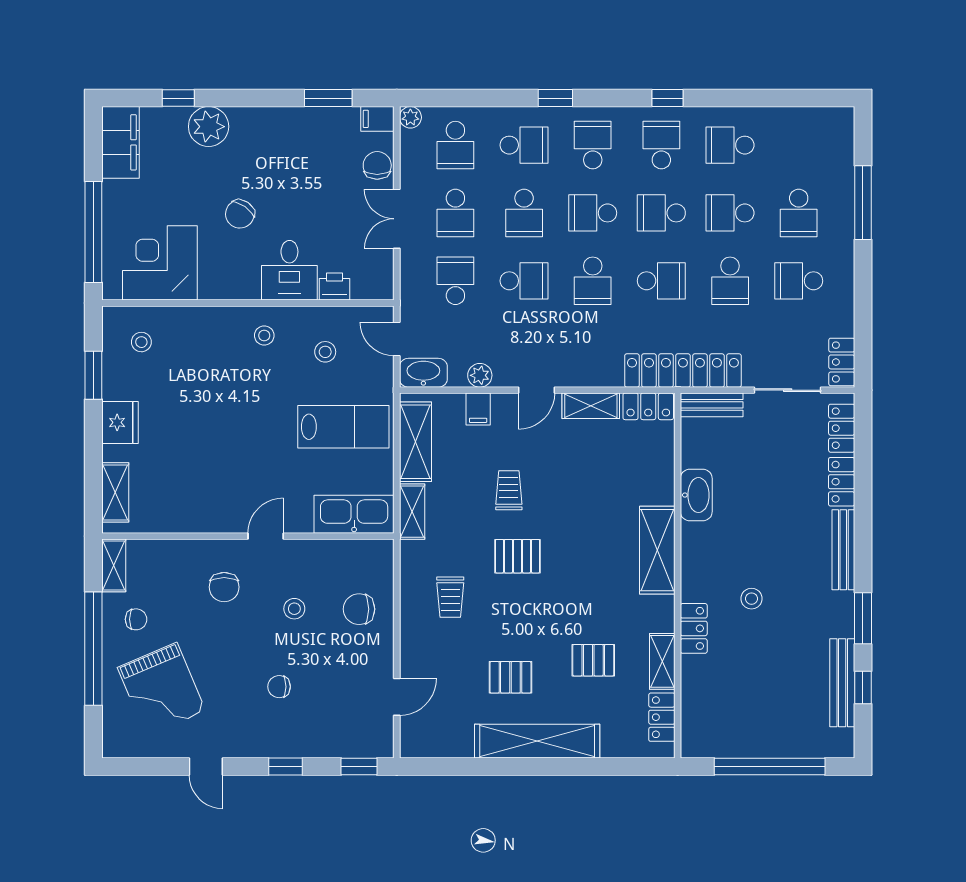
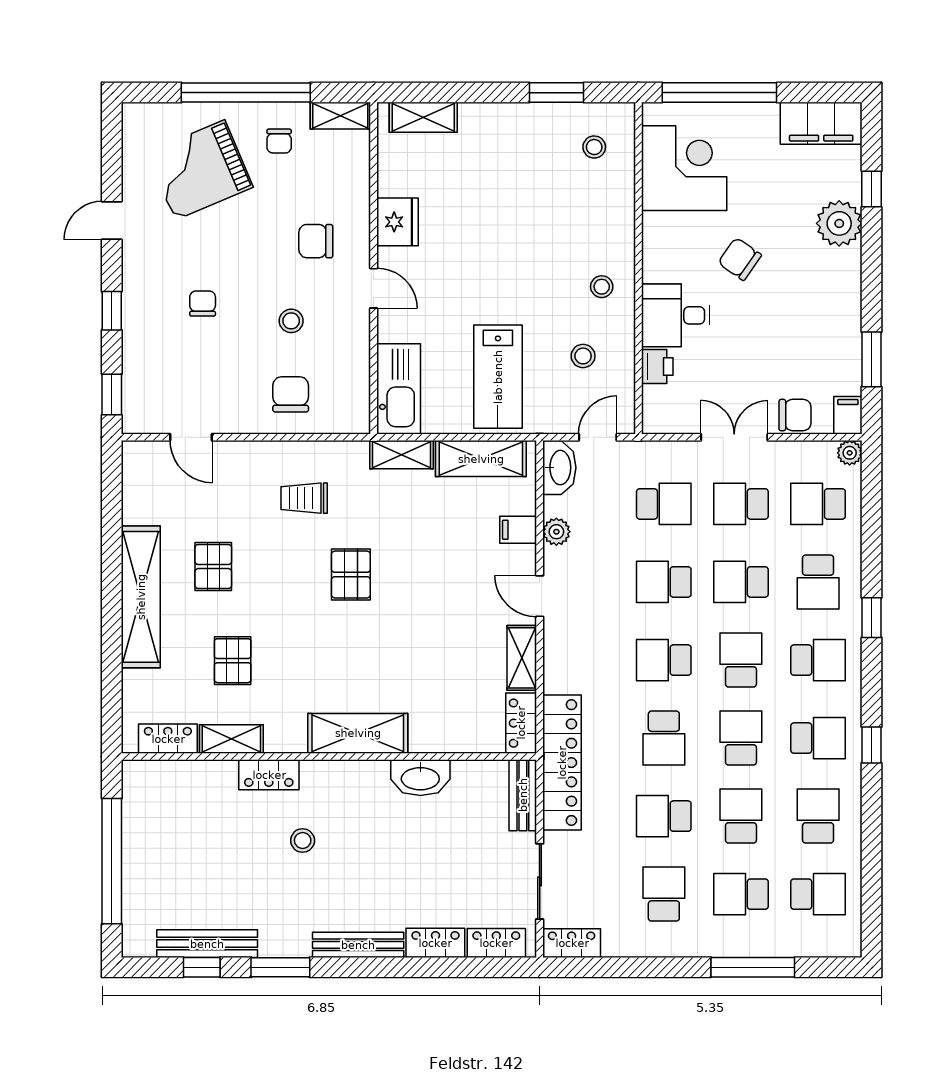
school desk: (799, 145) -> (818, 894), added
school desk: (524, 281) -> (664, 582), turned 90
fridge: (120, 422) -> (397, 222), moved, turned -90
trolley: (509, 490) -> (426, 565), removed

